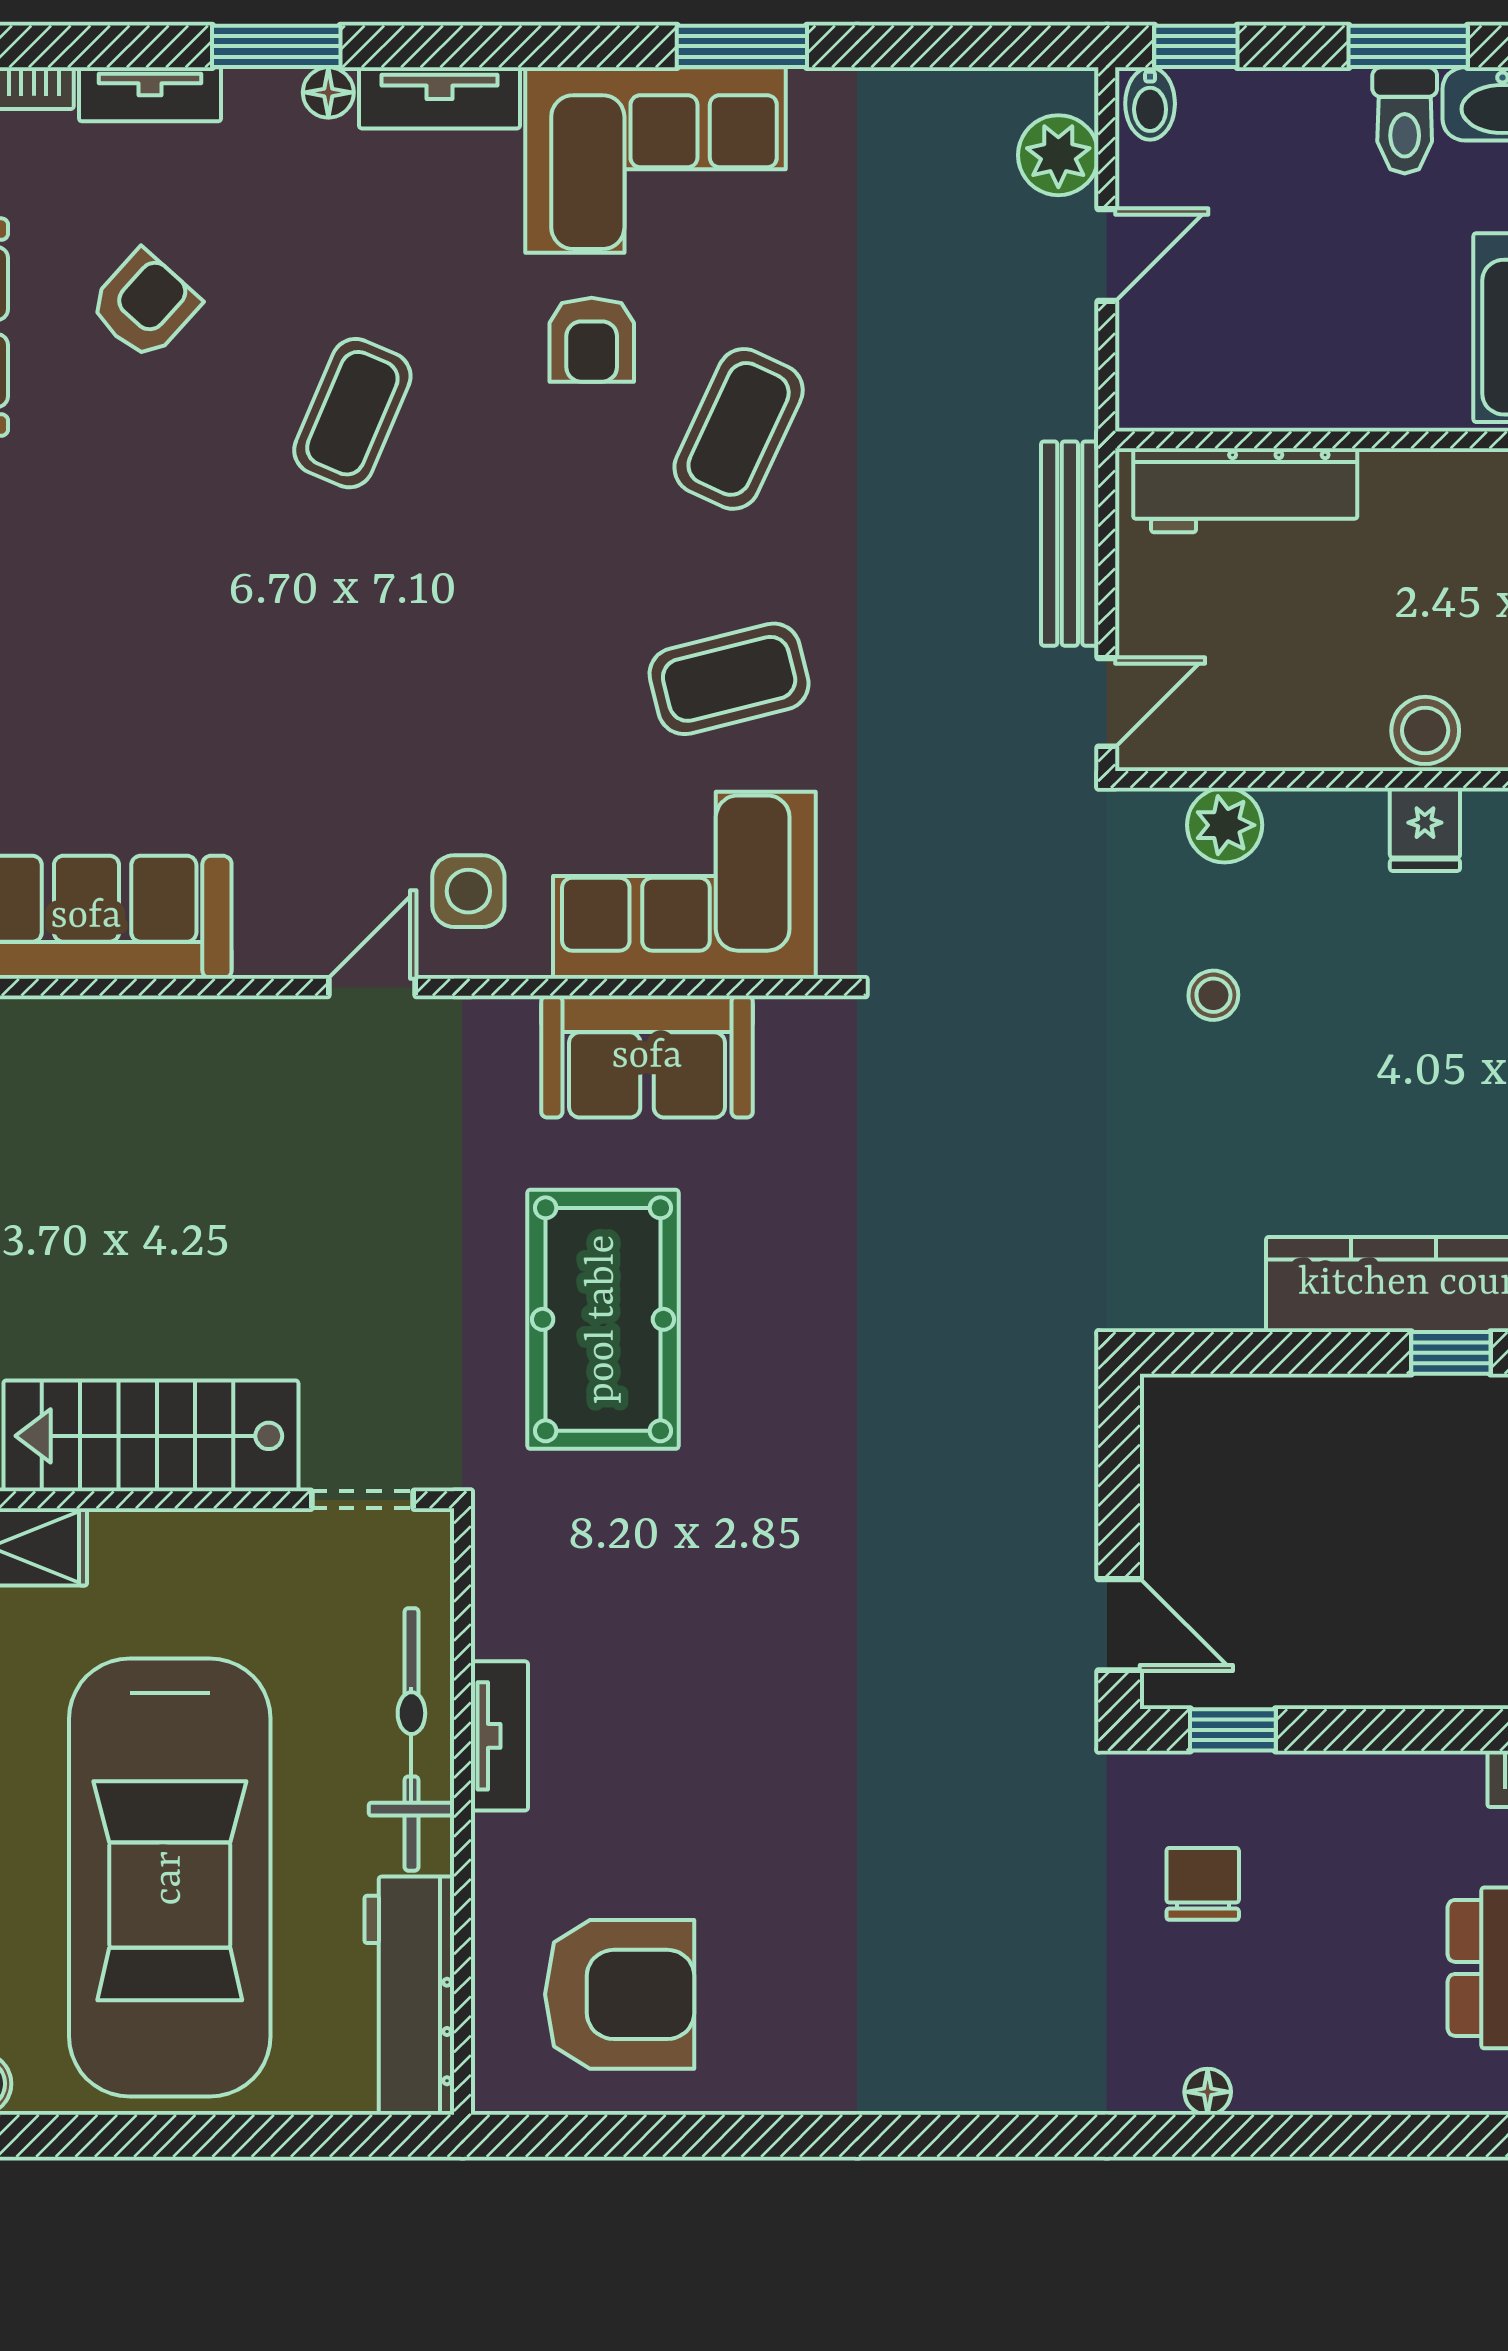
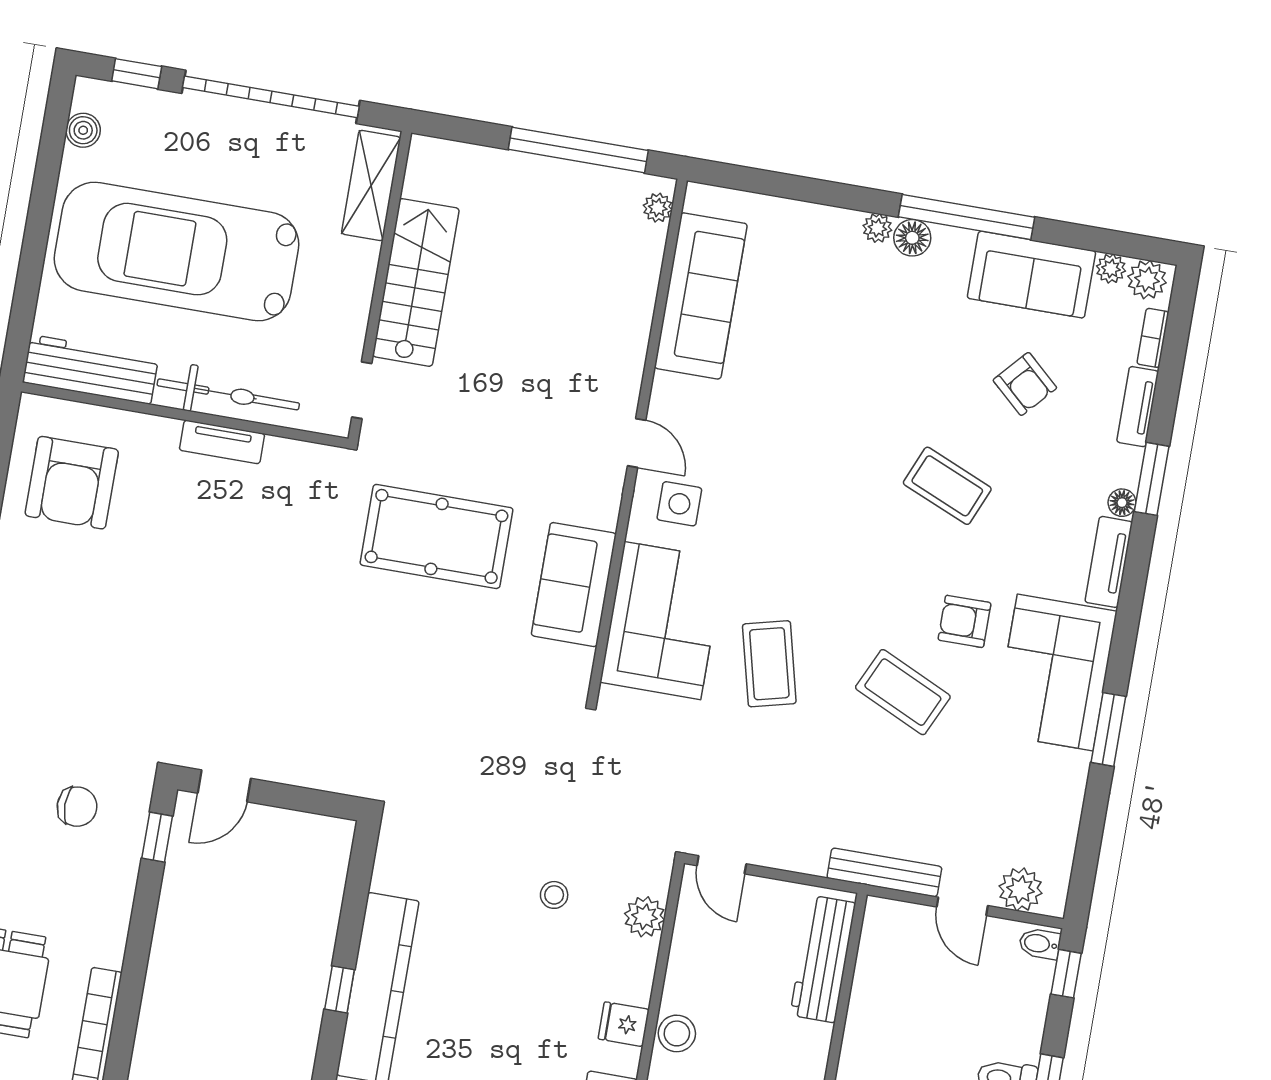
bench: (1070, 544) -> (884, 872), moved

